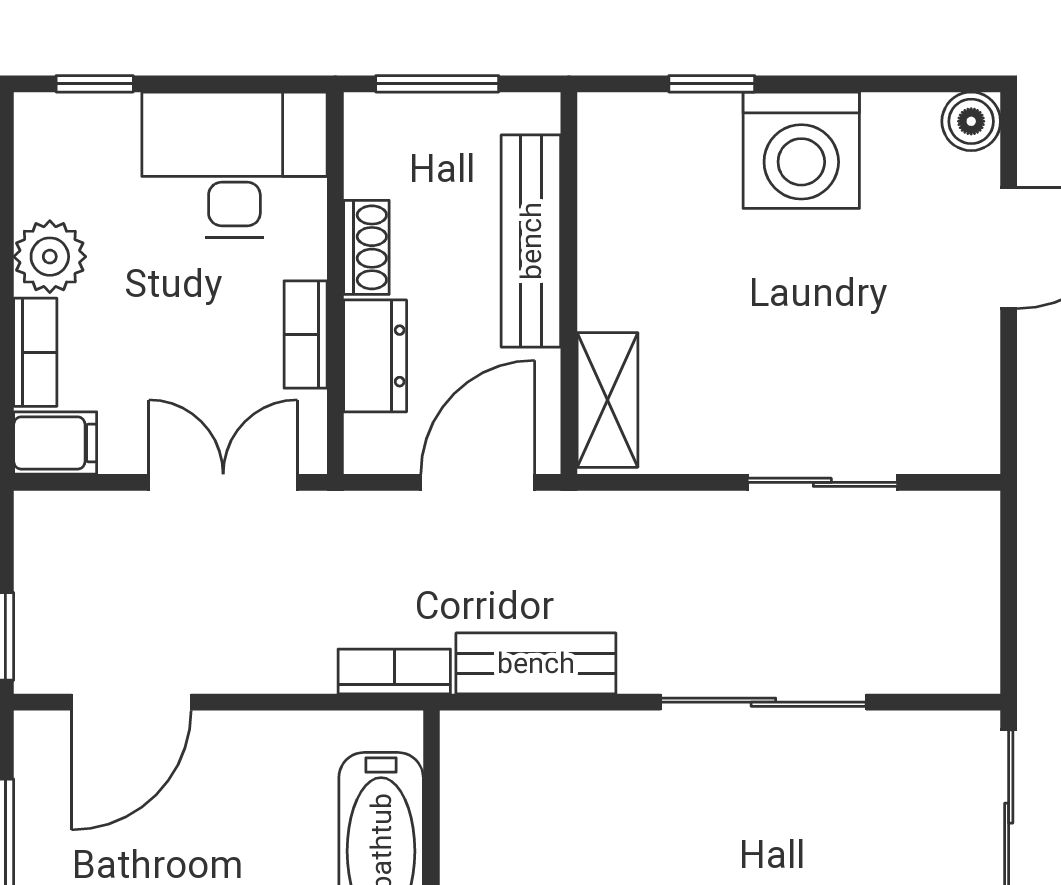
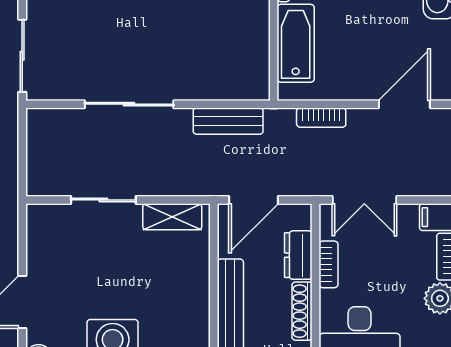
shoe rack: (366, 247) -> (302, 311), width x1.43
shelving: (608, 400) -> (172, 217), moved, turned 90
bookcase: (394, 672) -> (321, 118), moved

